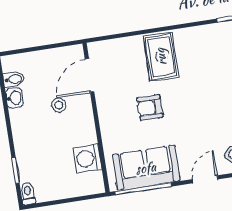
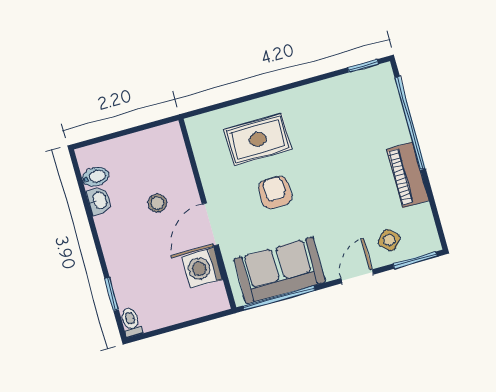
rug: (161, 57) -> (258, 139), moved, turned 90
door: (90, 75) -> (210, 224), moved
armchair: (150, 108) -> (275, 192), turned 90

